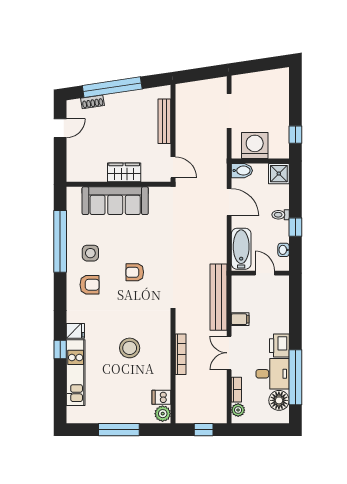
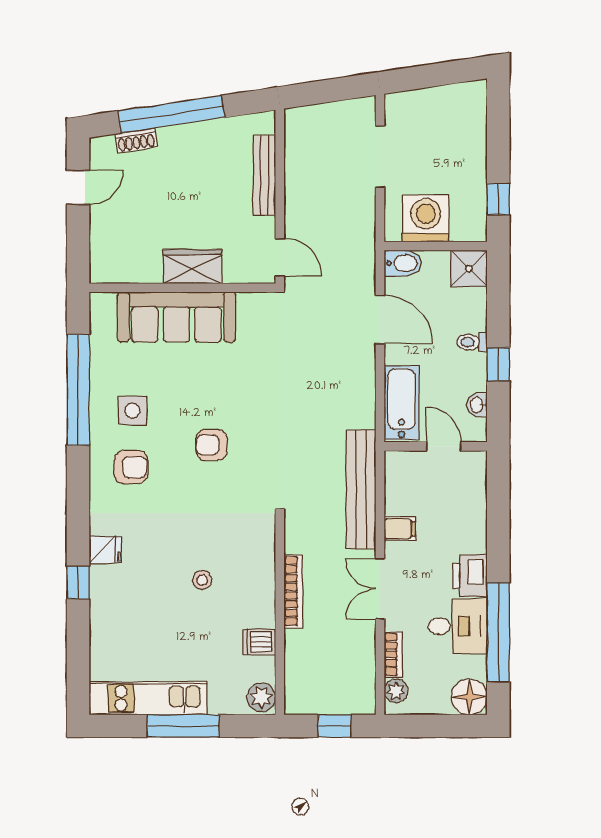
stool: (130, 348) -> (202, 580), width x0.53, depth x0.53
kitchen unit: (76, 373) -> (148, 698), moved, turned -90
dishwasher: (161, 397) -> (259, 642), moved
floor lamp: (279, 400) -> (469, 697), moved

